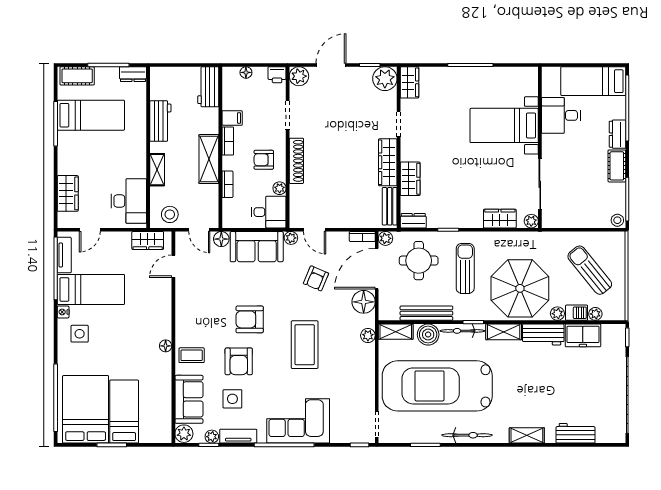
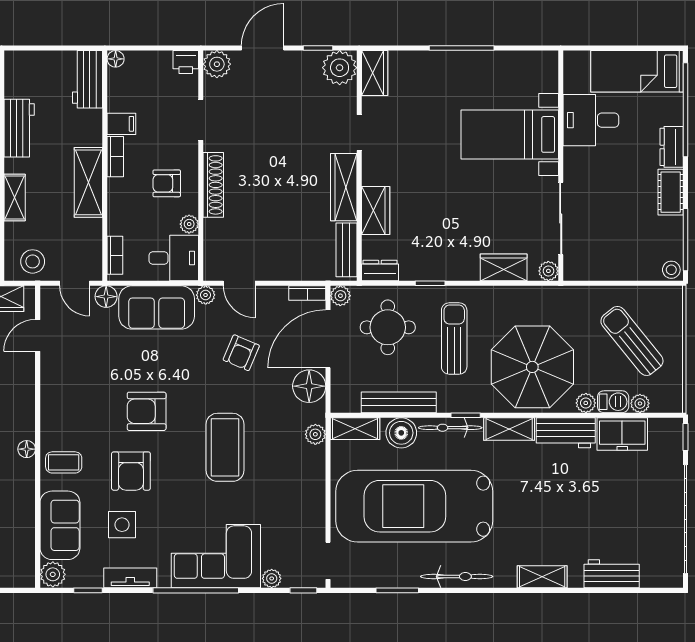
floor lamp: (246, 72) -> (116, 59), moved
bookcase: (227, 184) -> (115, 255), moved
plant: (212, 437) -> (272, 578), moved

